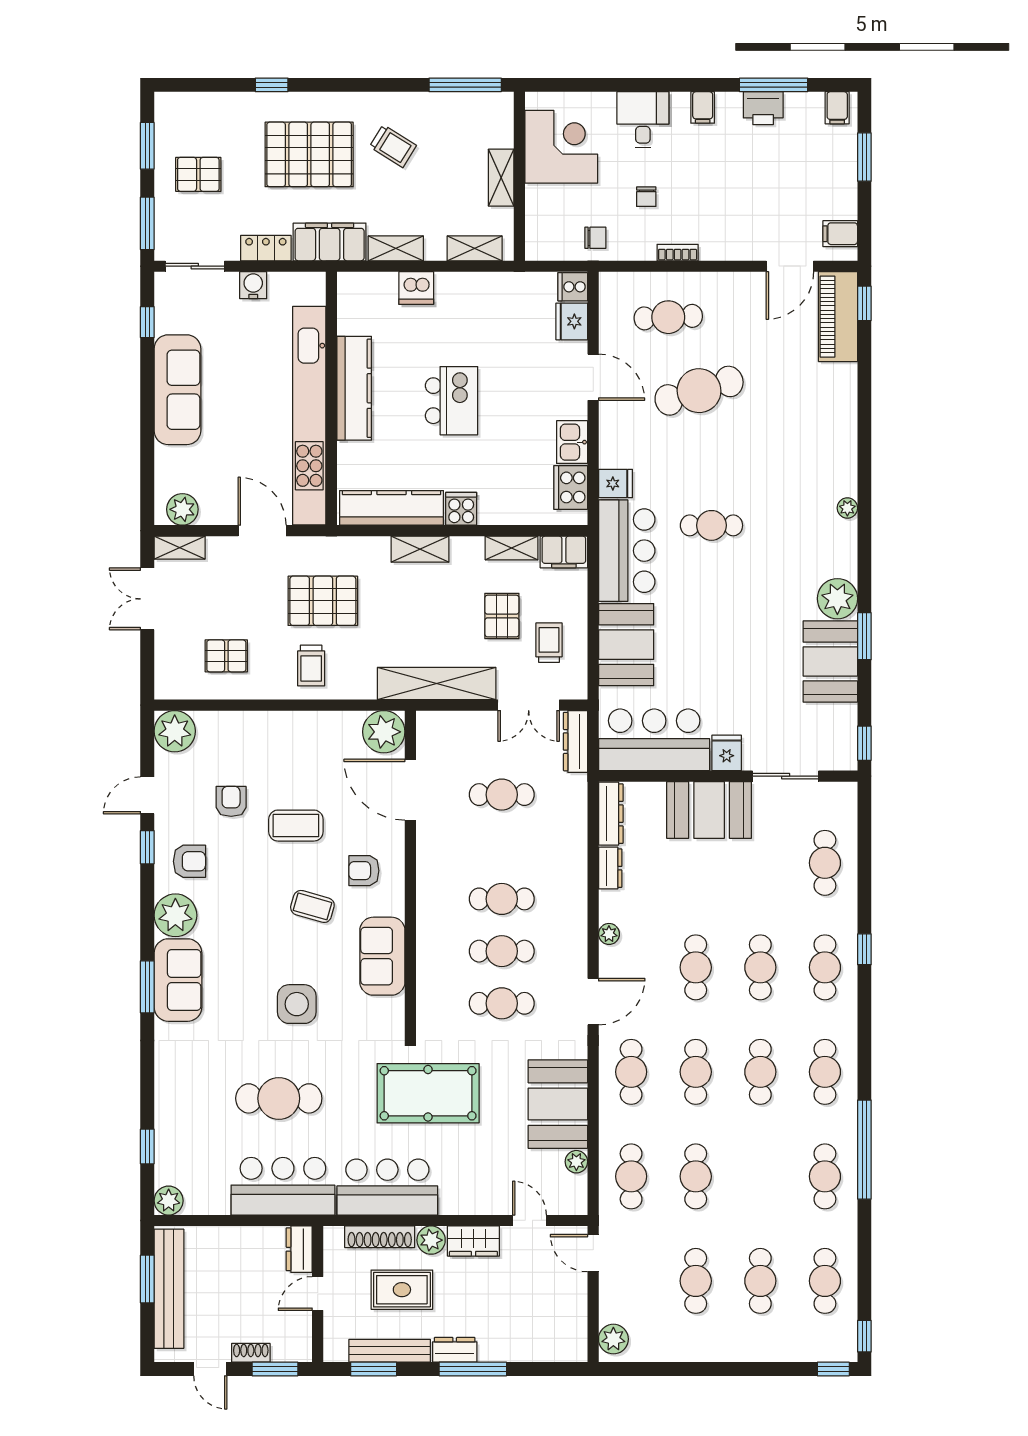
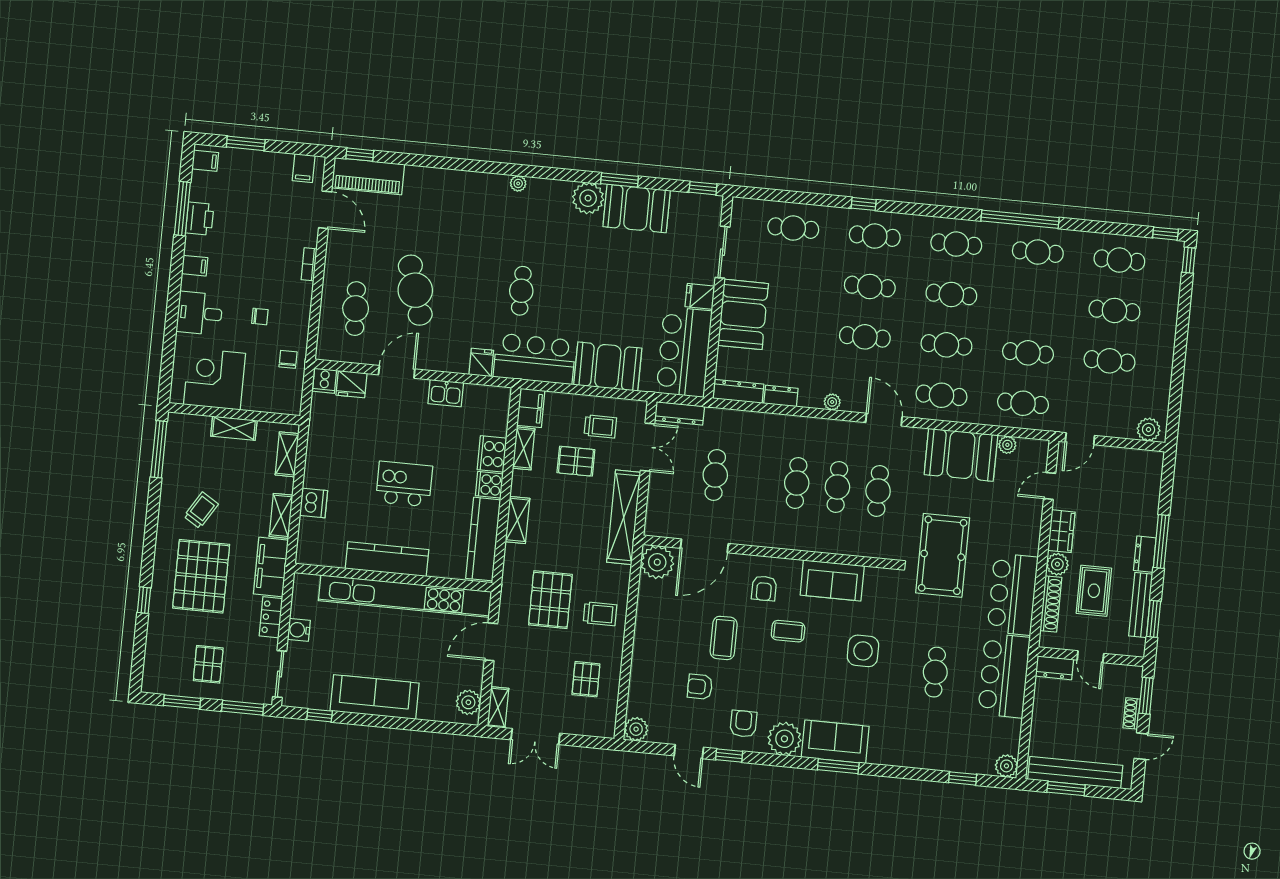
bookcase: (678, 253) -> (309, 264), moved
cooker: (571, 487) -> (492, 454), moved, turned 90
trolley: (549, 643) -> (600, 427), turned 180
plant: (175, 731) -> (636, 729), width x0.73, depth x0.73
coffee table: (312, 906) -> (788, 631), turned 74
cafe table: (279, 1098) -> (935, 672), width x0.73, depth x0.74

